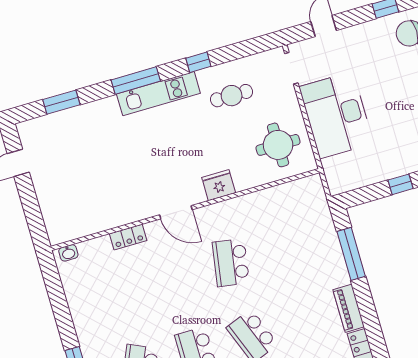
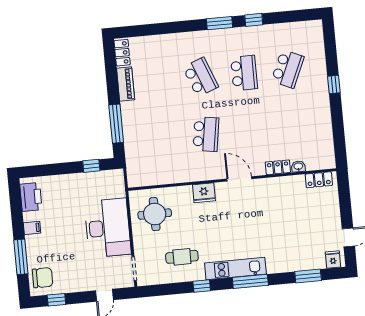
fridge: (33, 130) -> (333, 260), added
window: (401, 184) -> (91, 166), moved
locker: (71, 231) -> (319, 180), added
washbasin: (68, 253) -> (298, 166), moved

